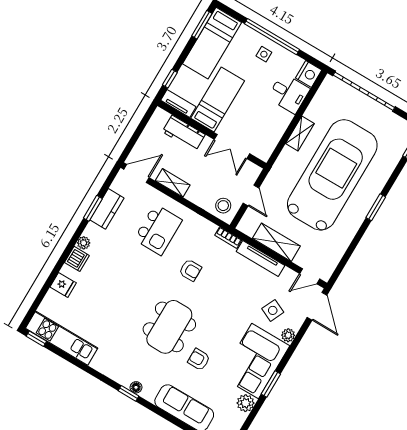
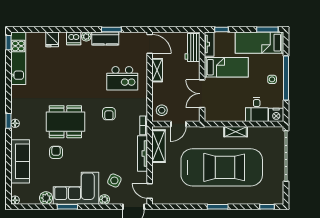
workbench: (184, 133) -> (192, 47), moved
kitchen counter: (107, 209) -> (105, 38), moved
shelving: (276, 242) -> (159, 146), moved

